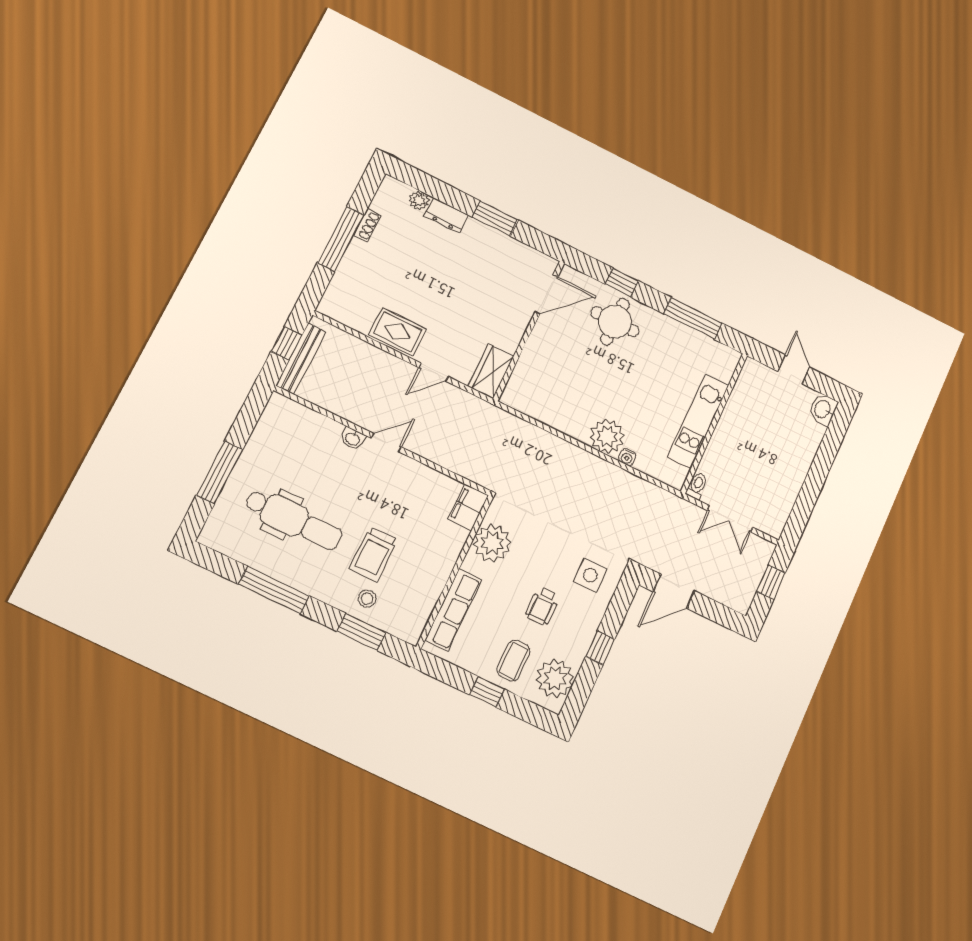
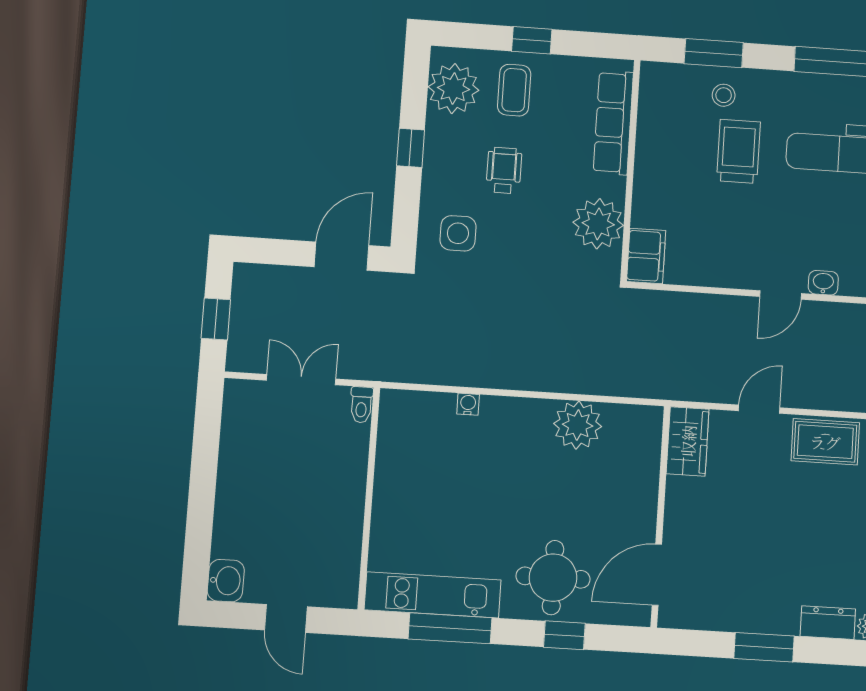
kitchen unit: (698, 421) -> (433, 595), moved, turned -90
plant: (607, 436) -> (578, 425), moved

